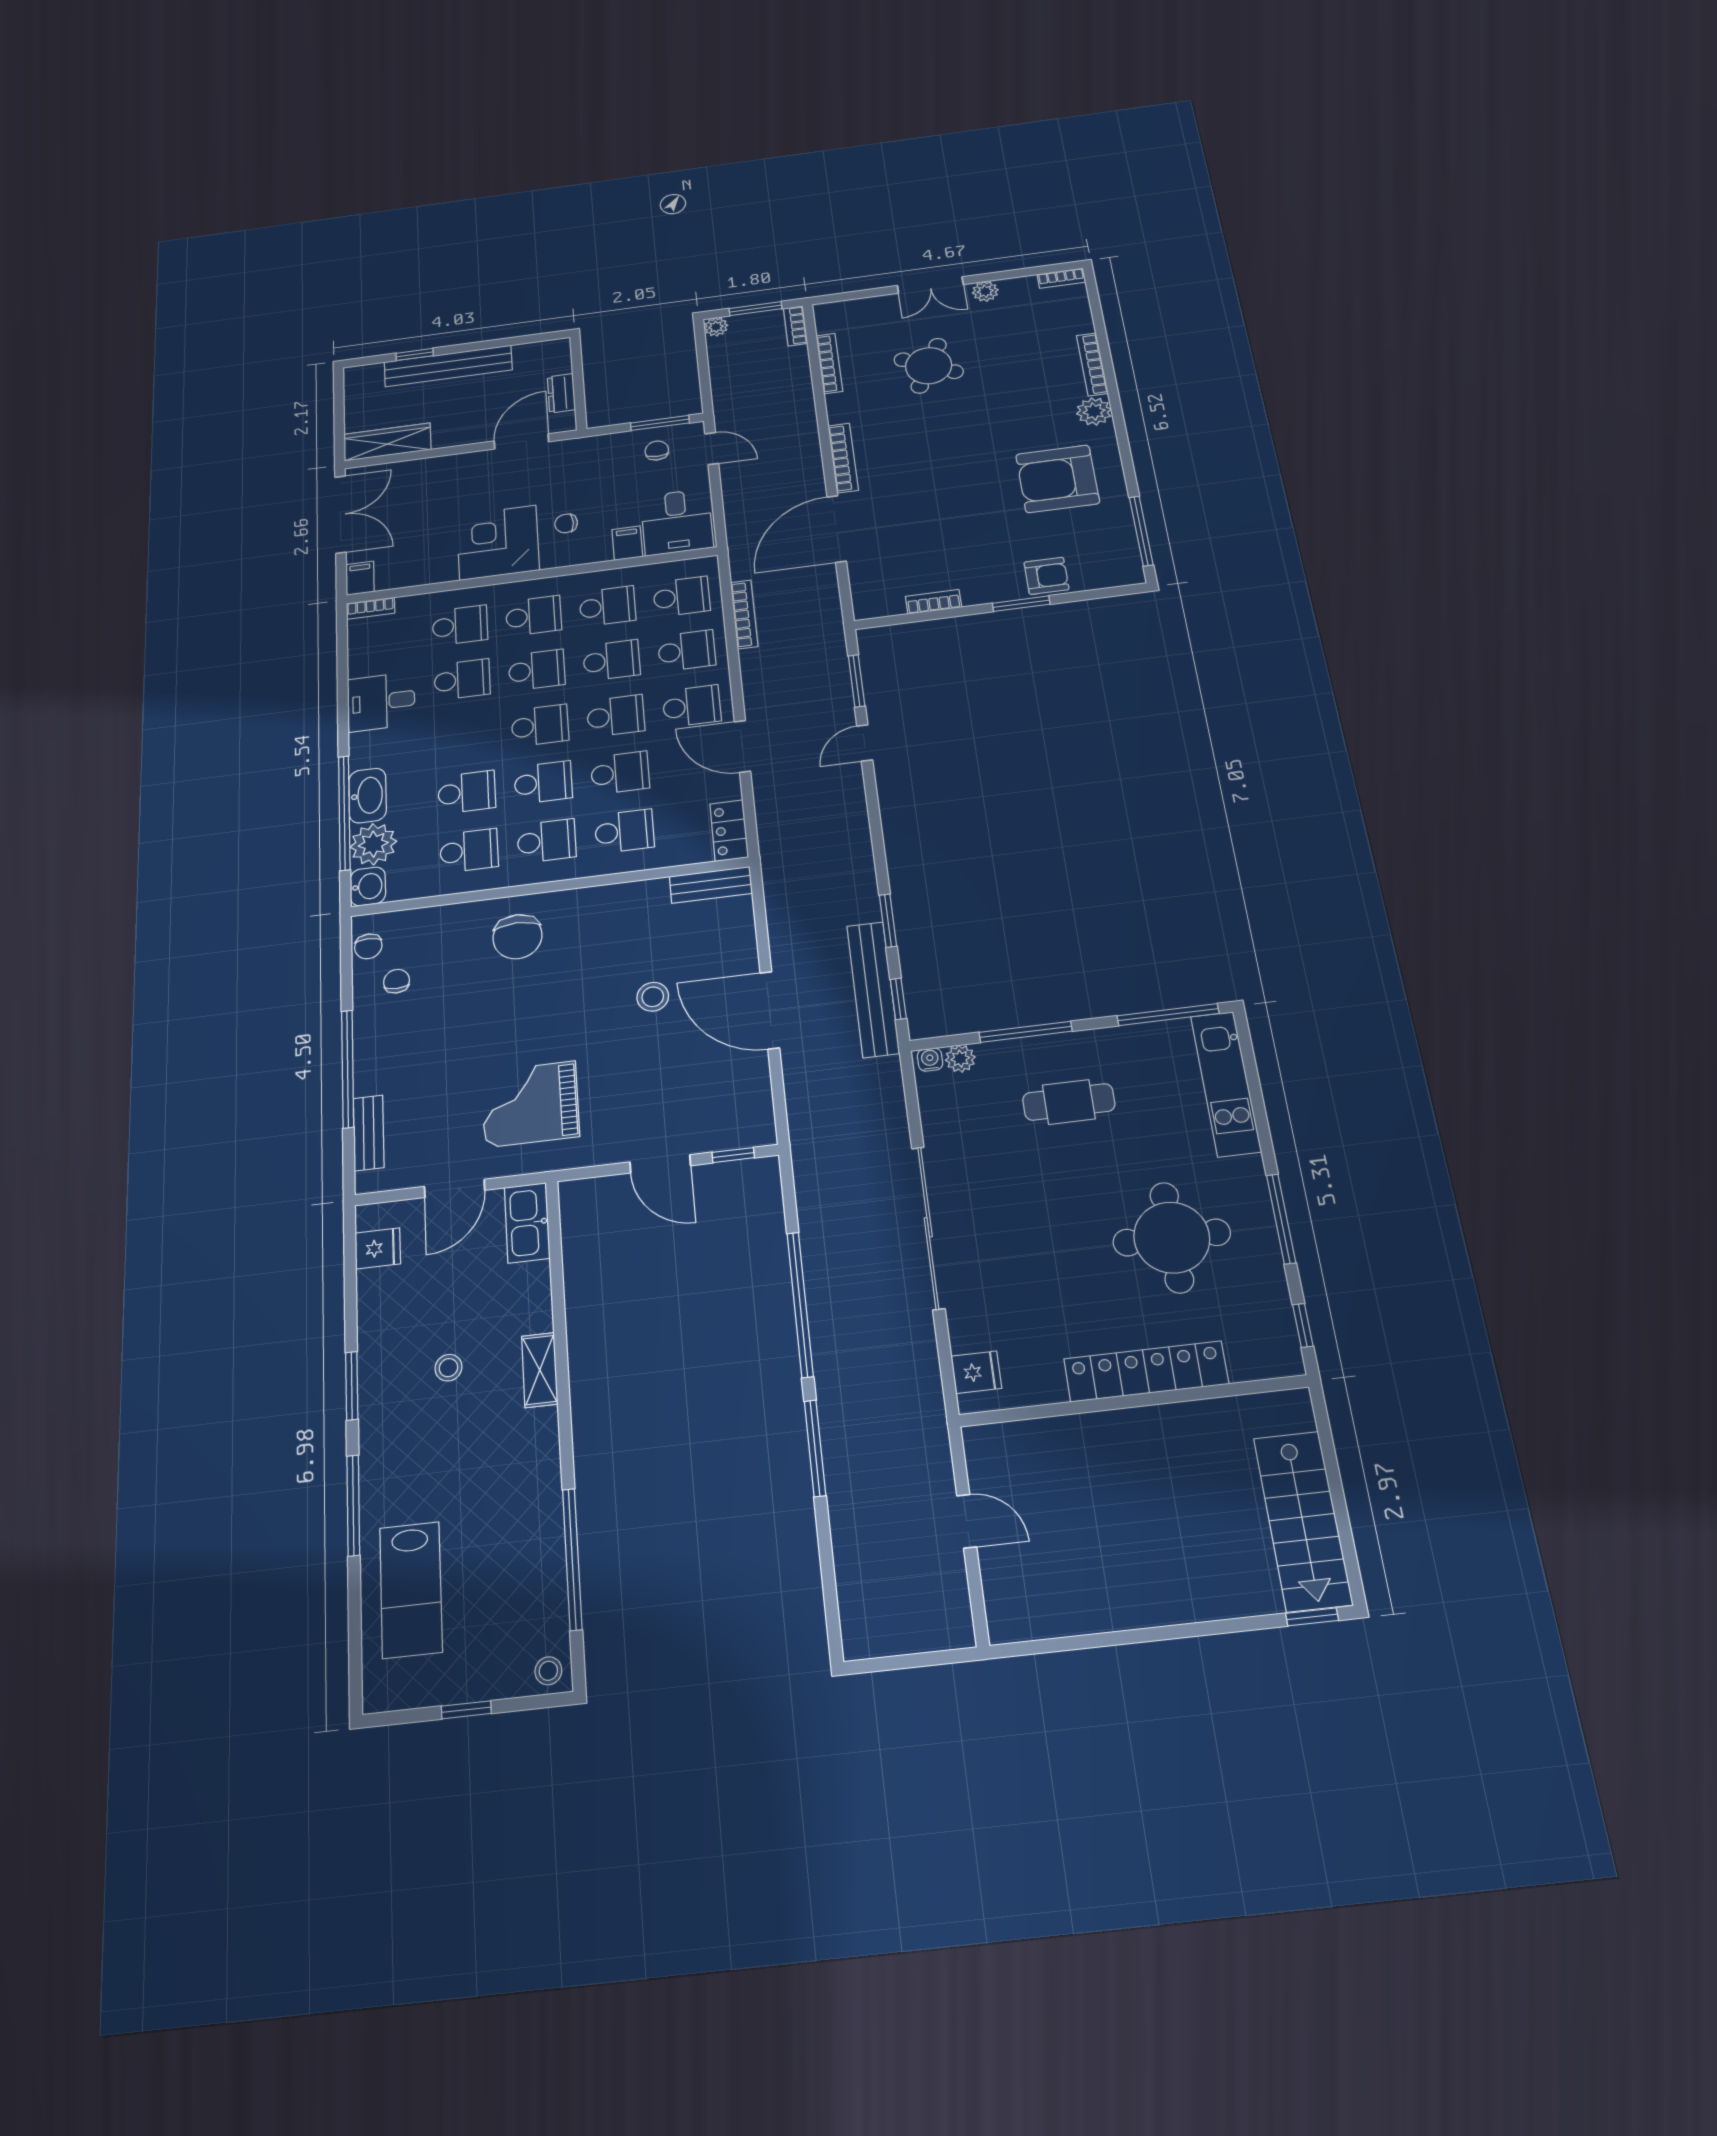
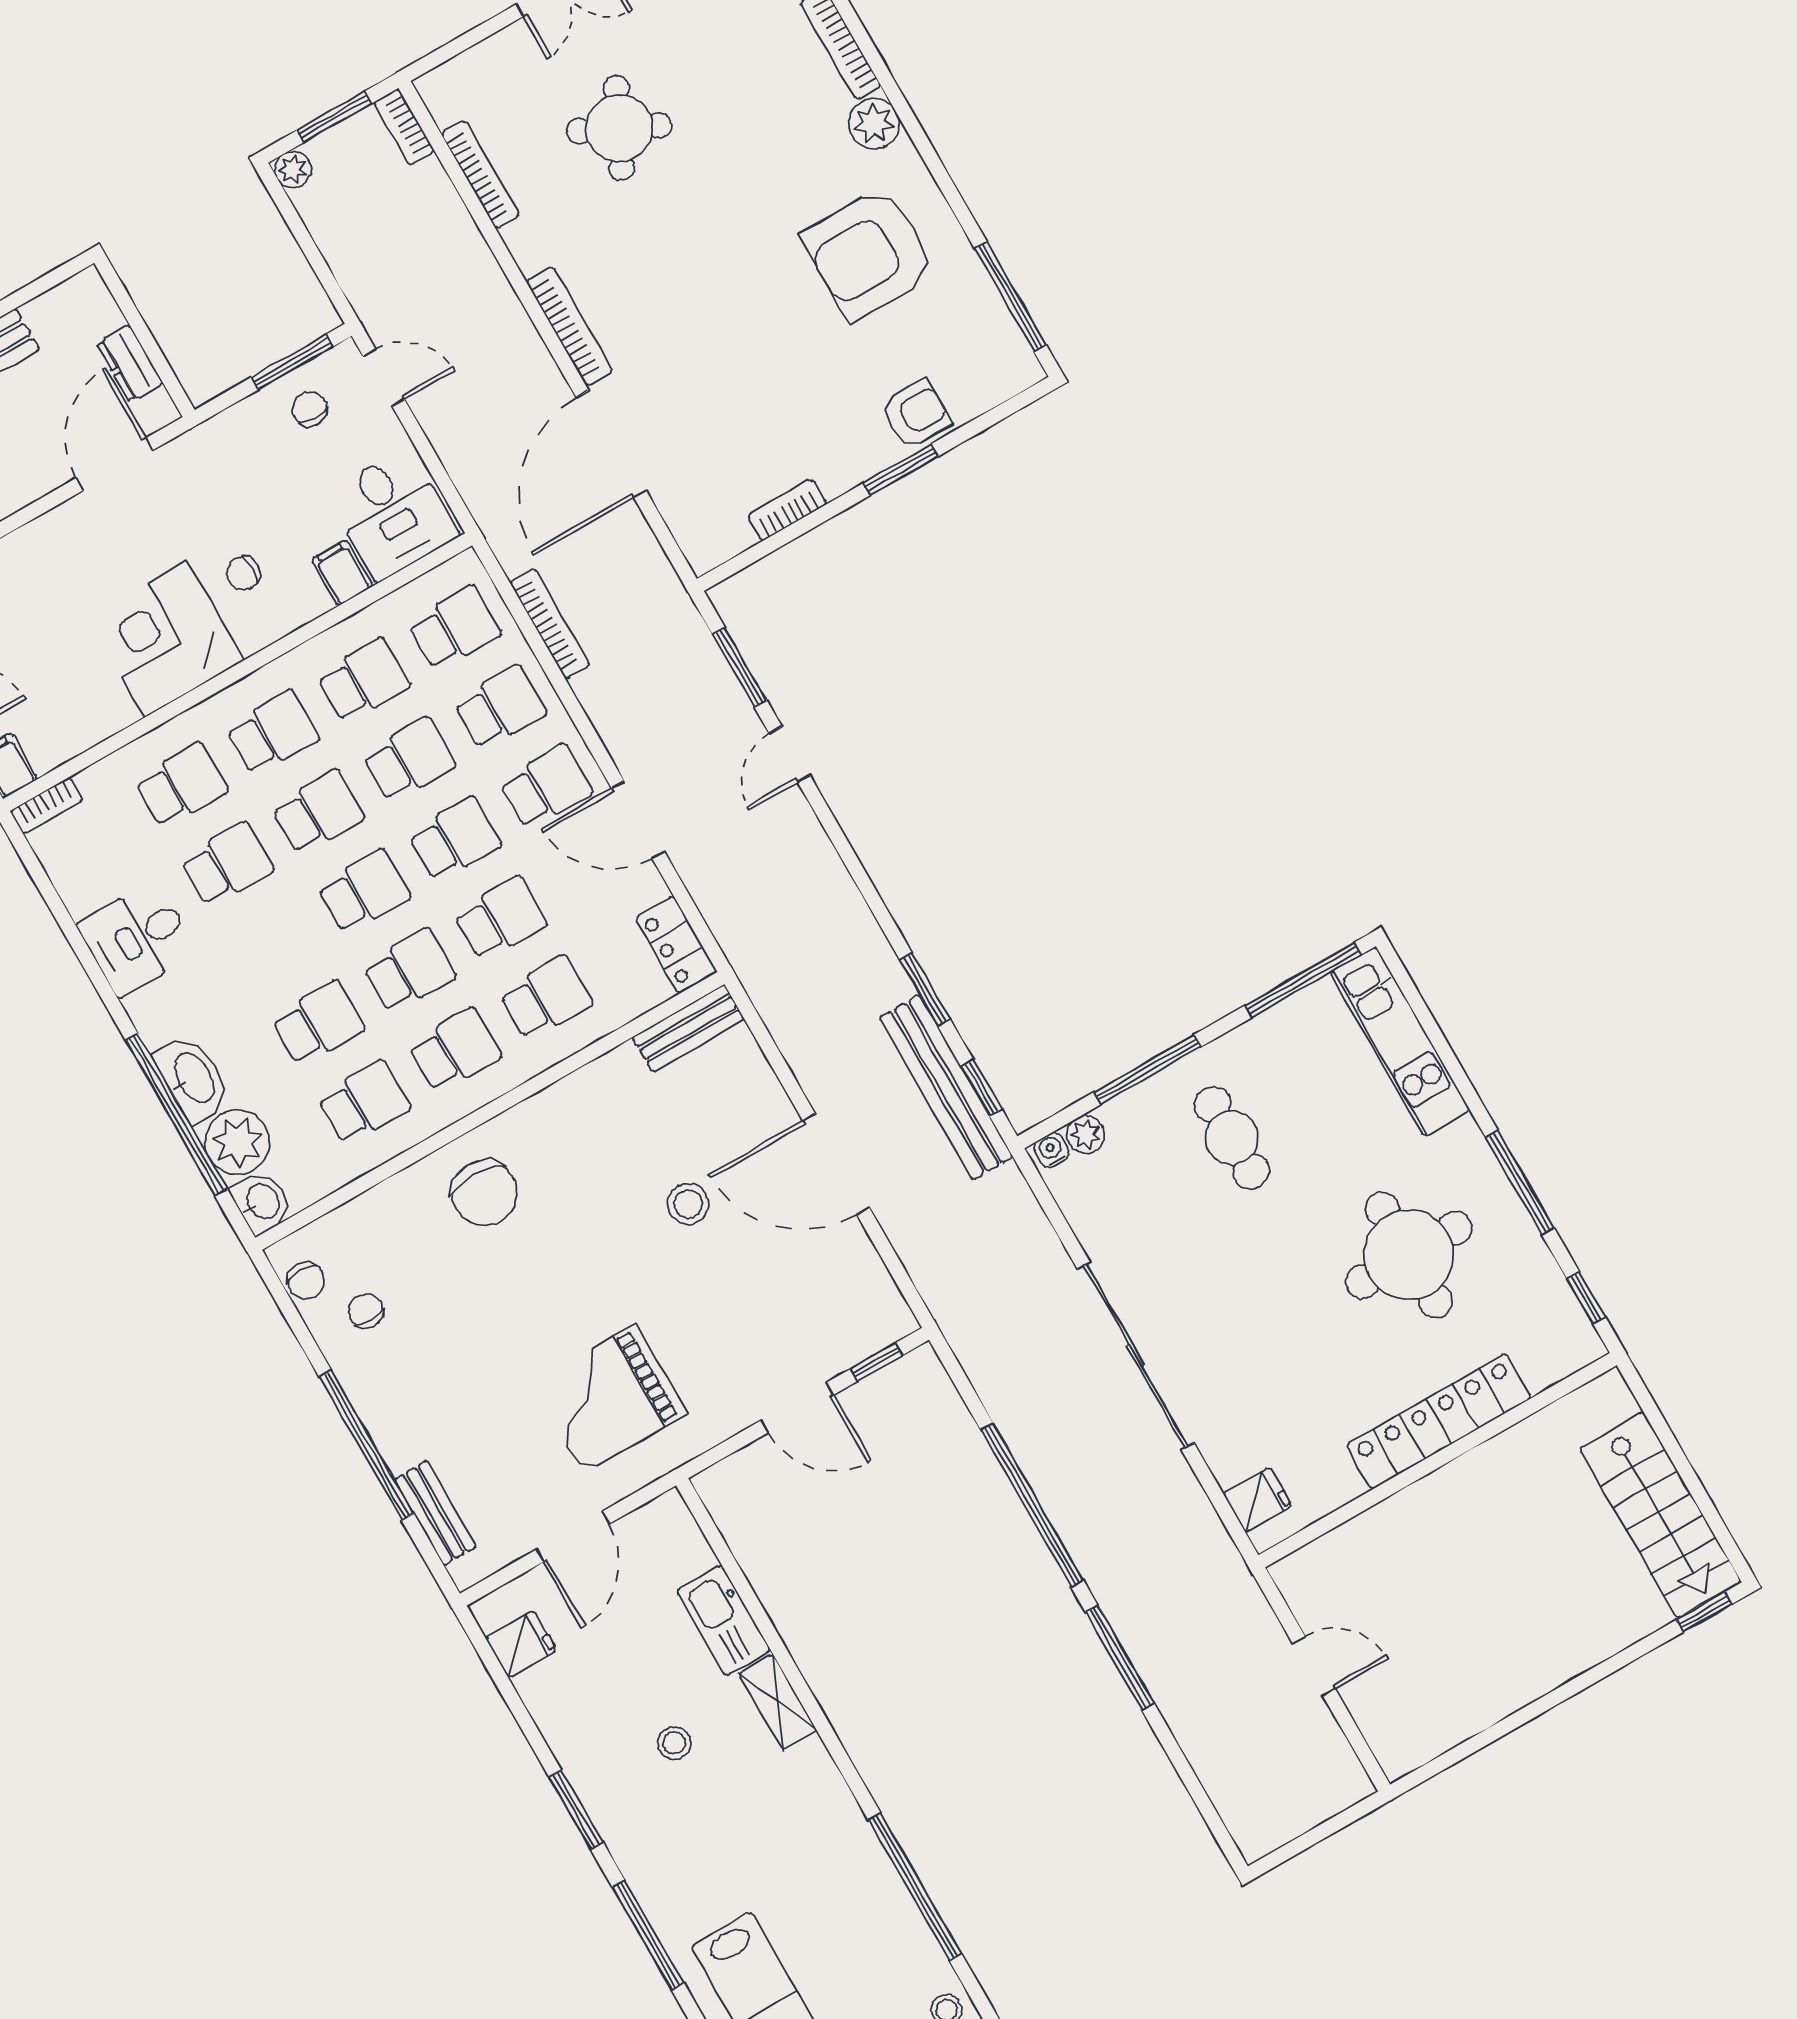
cafe table: (1069, 1102) -> (1232, 1138), turned 90
kitchen sink: (527, 1223) -> (724, 1620), moved

